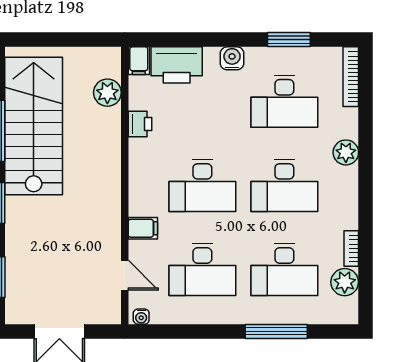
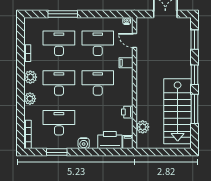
plant: (345, 282) -> (30, 77), moved

